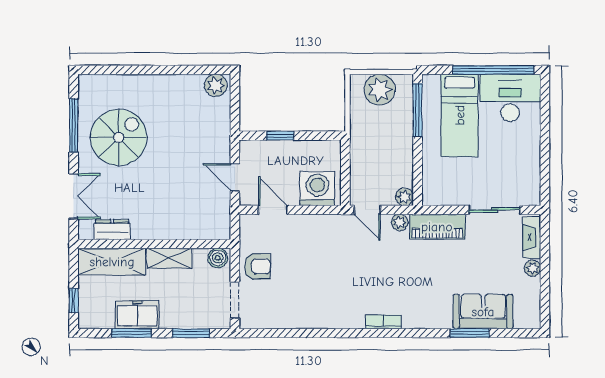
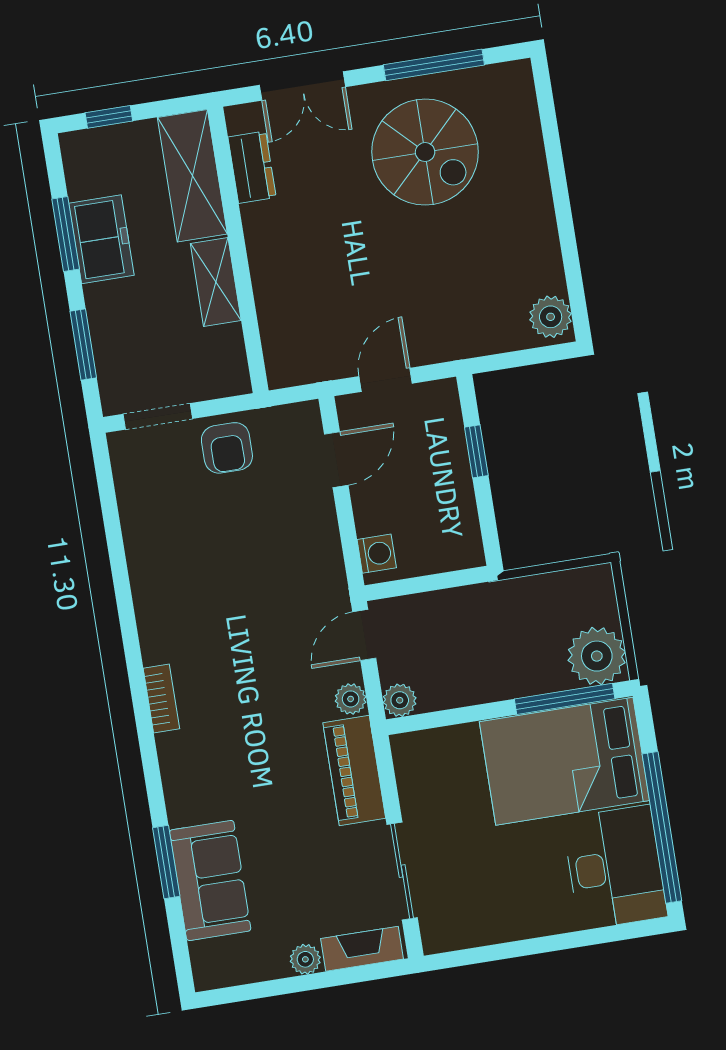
plant: (380, 90) -> (597, 656), moved
bed: (460, 115) -> (564, 761), width x1.50
washing machine: (317, 188) -> (377, 554), width x0.53, depth x0.53
boiler: (218, 258) -> (231, 372), removed

